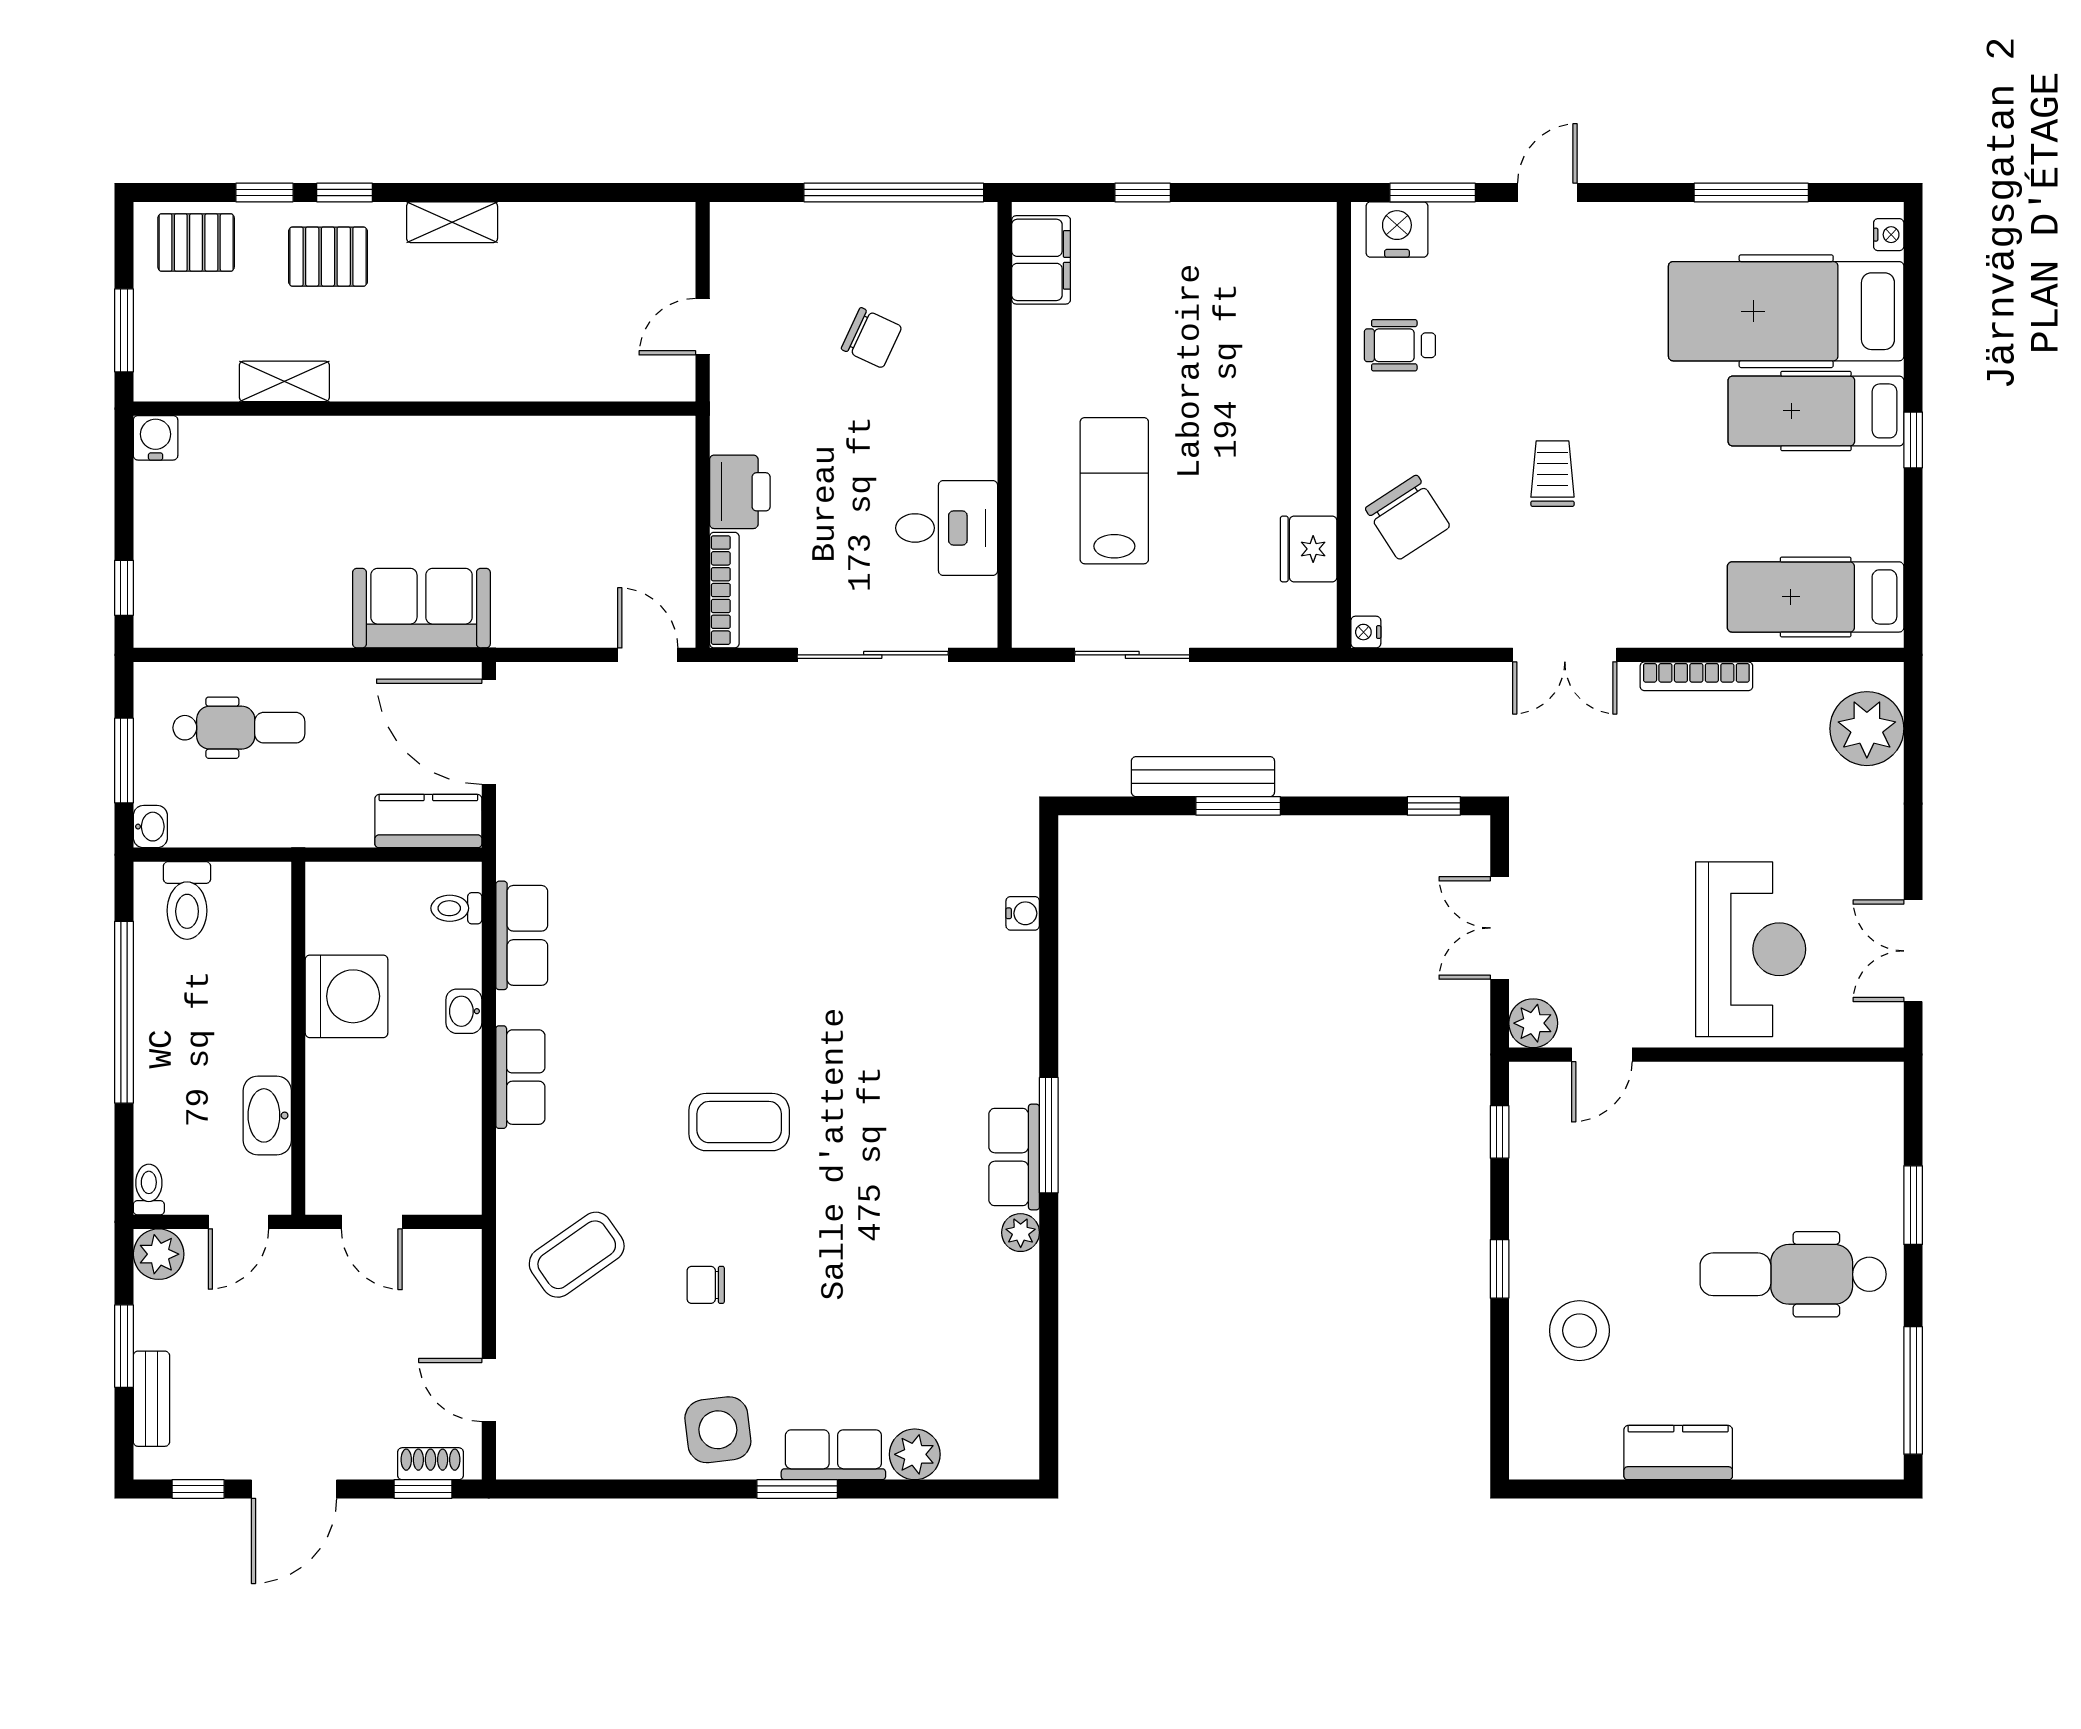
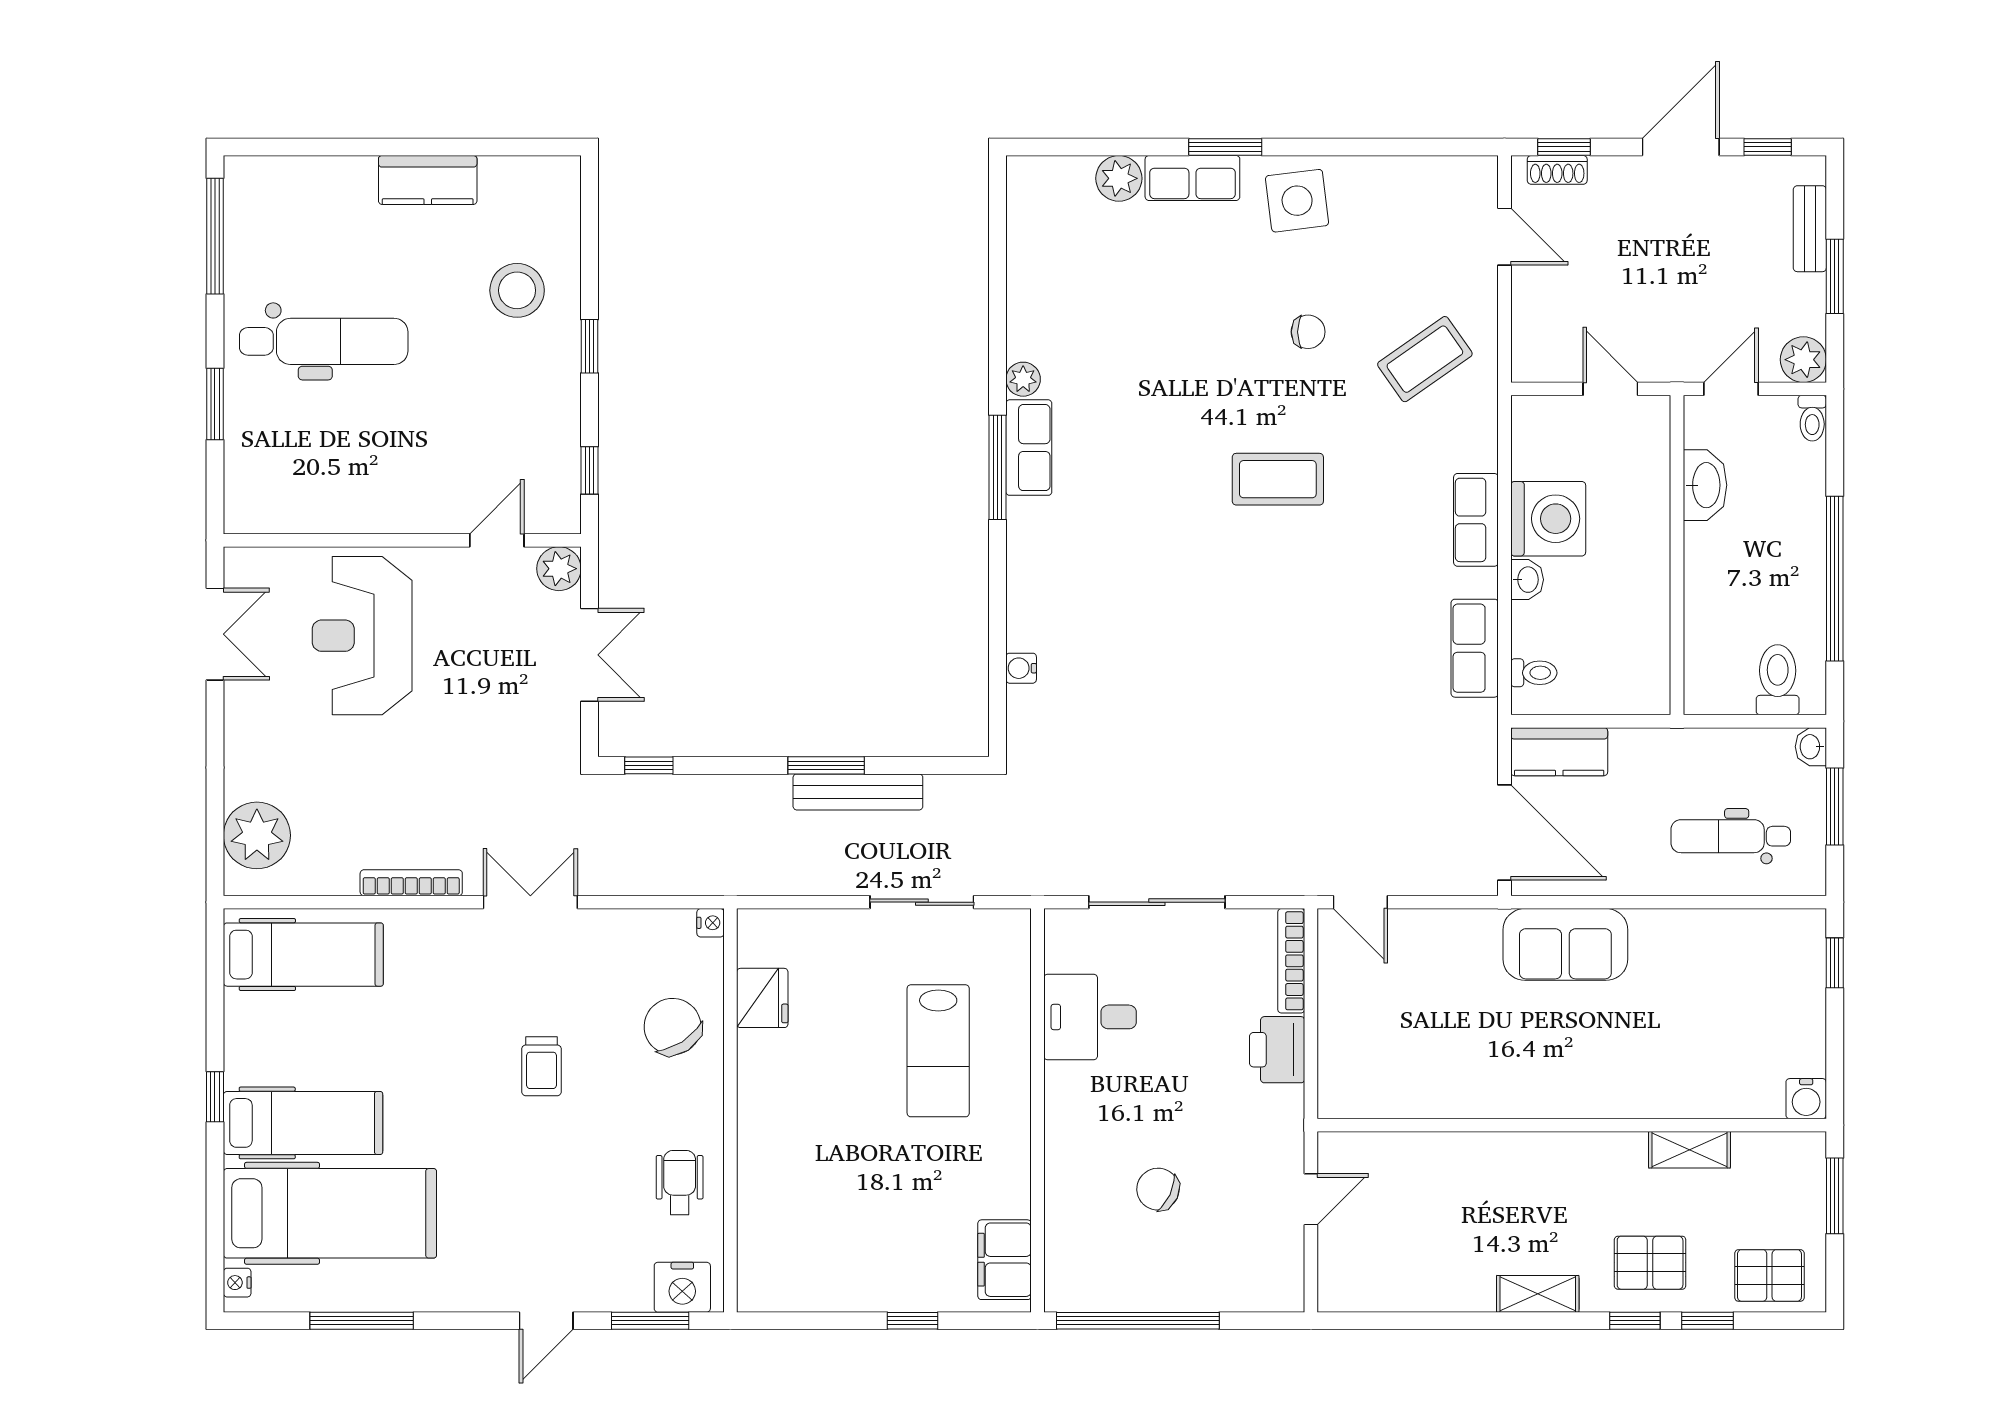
wheelchair: (1400, 345) -> (680, 1182), turned -90
washing machine: (347, 996) -> (1548, 519), moved, turned 180

